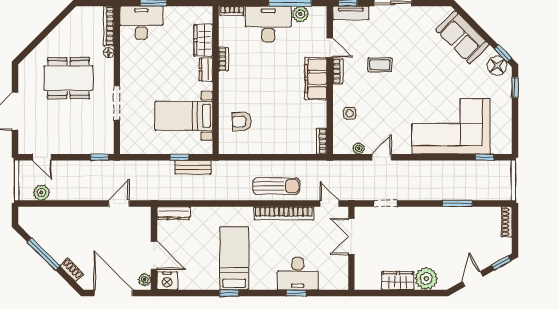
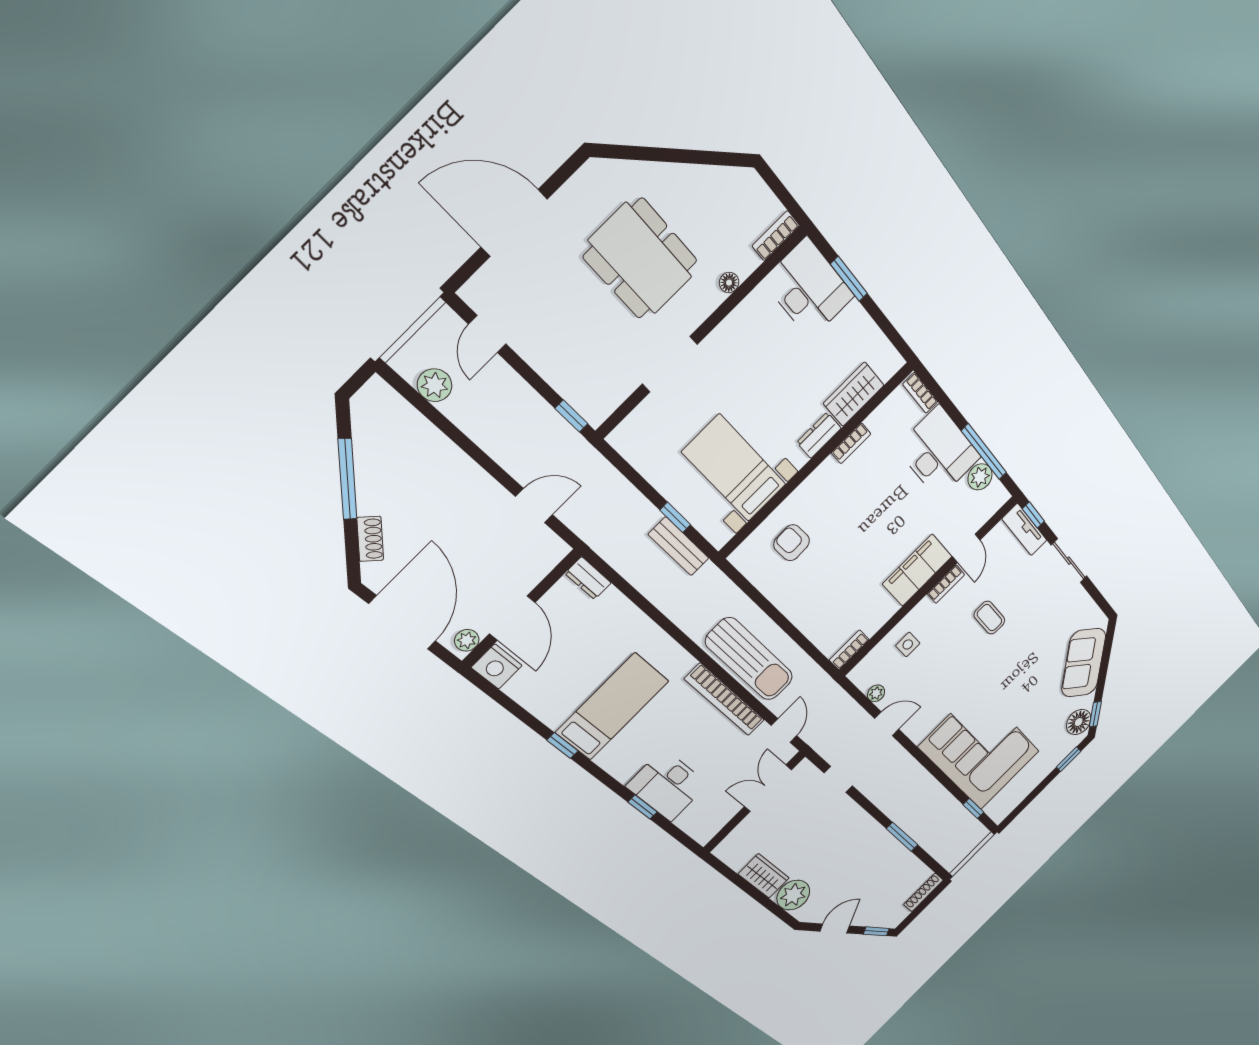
bookcase: (109, 26) -> (776, 236), width x0.64
sun lounger: (276, 186) -> (749, 659), width x1.36, depth x1.34
dresser: (174, 213) -> (588, 578), width x0.70

